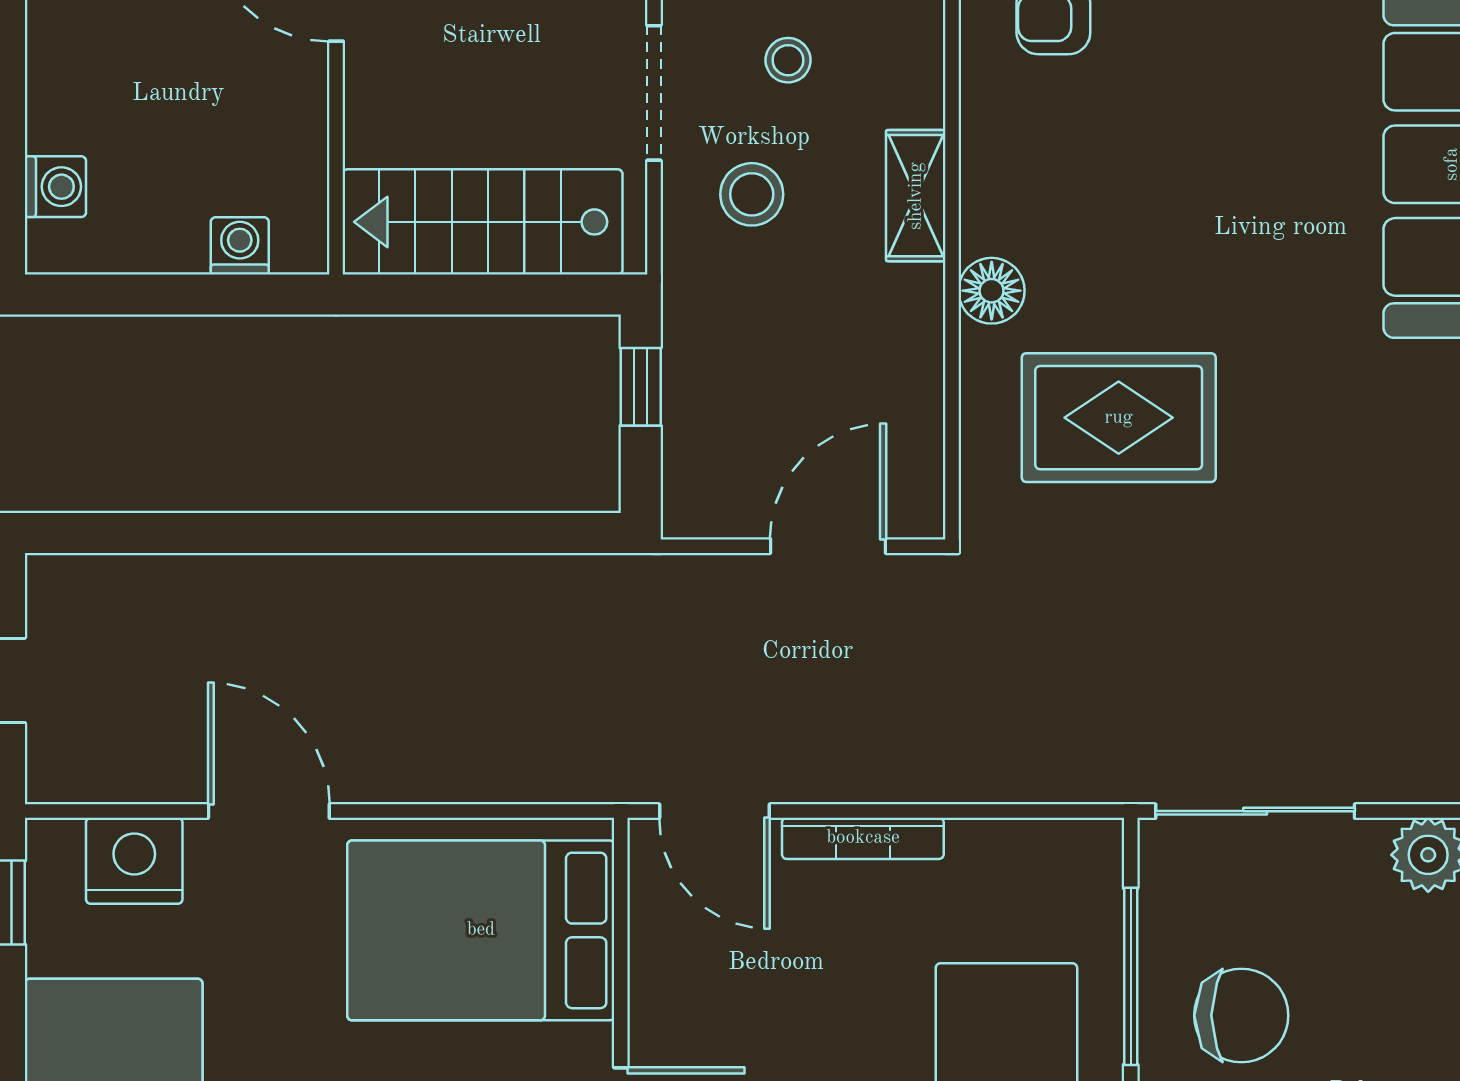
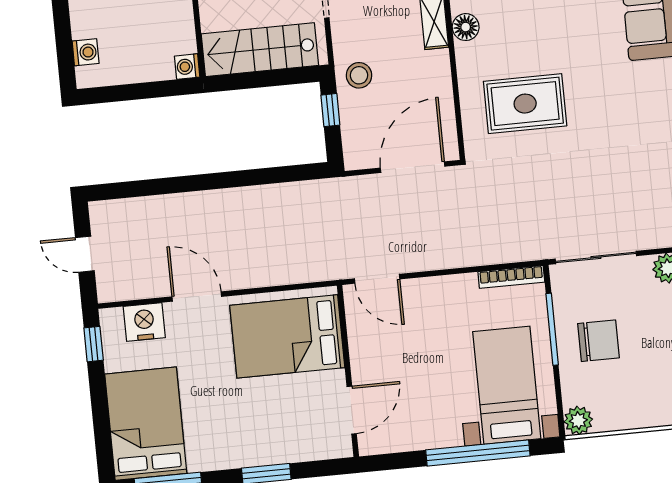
stool: (752, 194) -> (359, 75), moved
washing machine: (240, 246) -> (187, 67), moved, turned -90
floor lamp: (992, 291) -> (466, 27), moved
door: (828, 546) -> (413, 167), width x1.36
bookcase: (863, 838) -> (511, 277), moved

